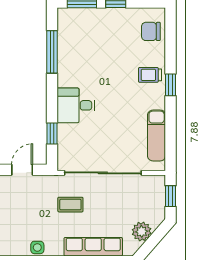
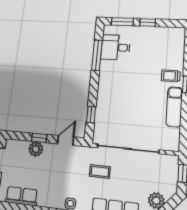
chair: (151, 31) -> (173, 44), removed
desk: (76, 105) -> (115, 47), moved
exam couch: (157, 136) -> (174, 107), moved

